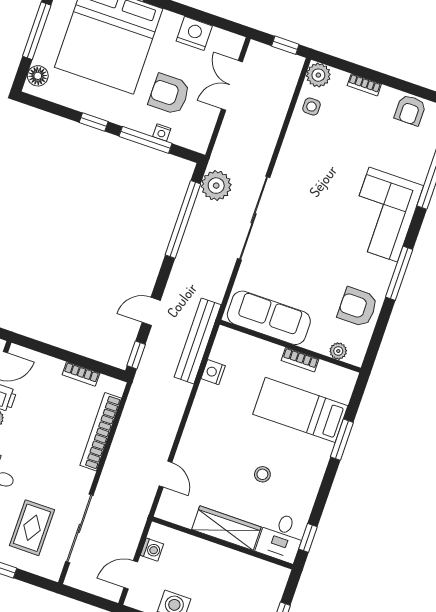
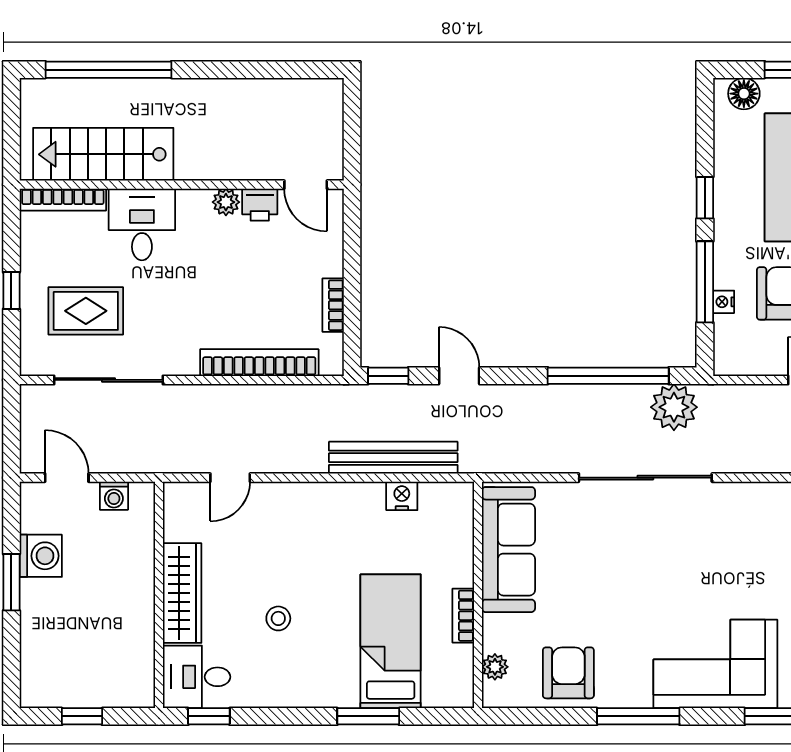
bench: (198, 341) -> (393, 458), moved

